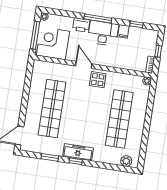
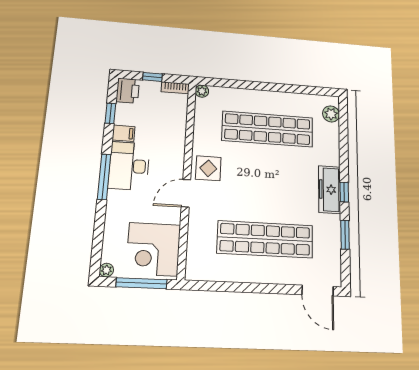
printer: (81, 25) -> (128, 91), moved

